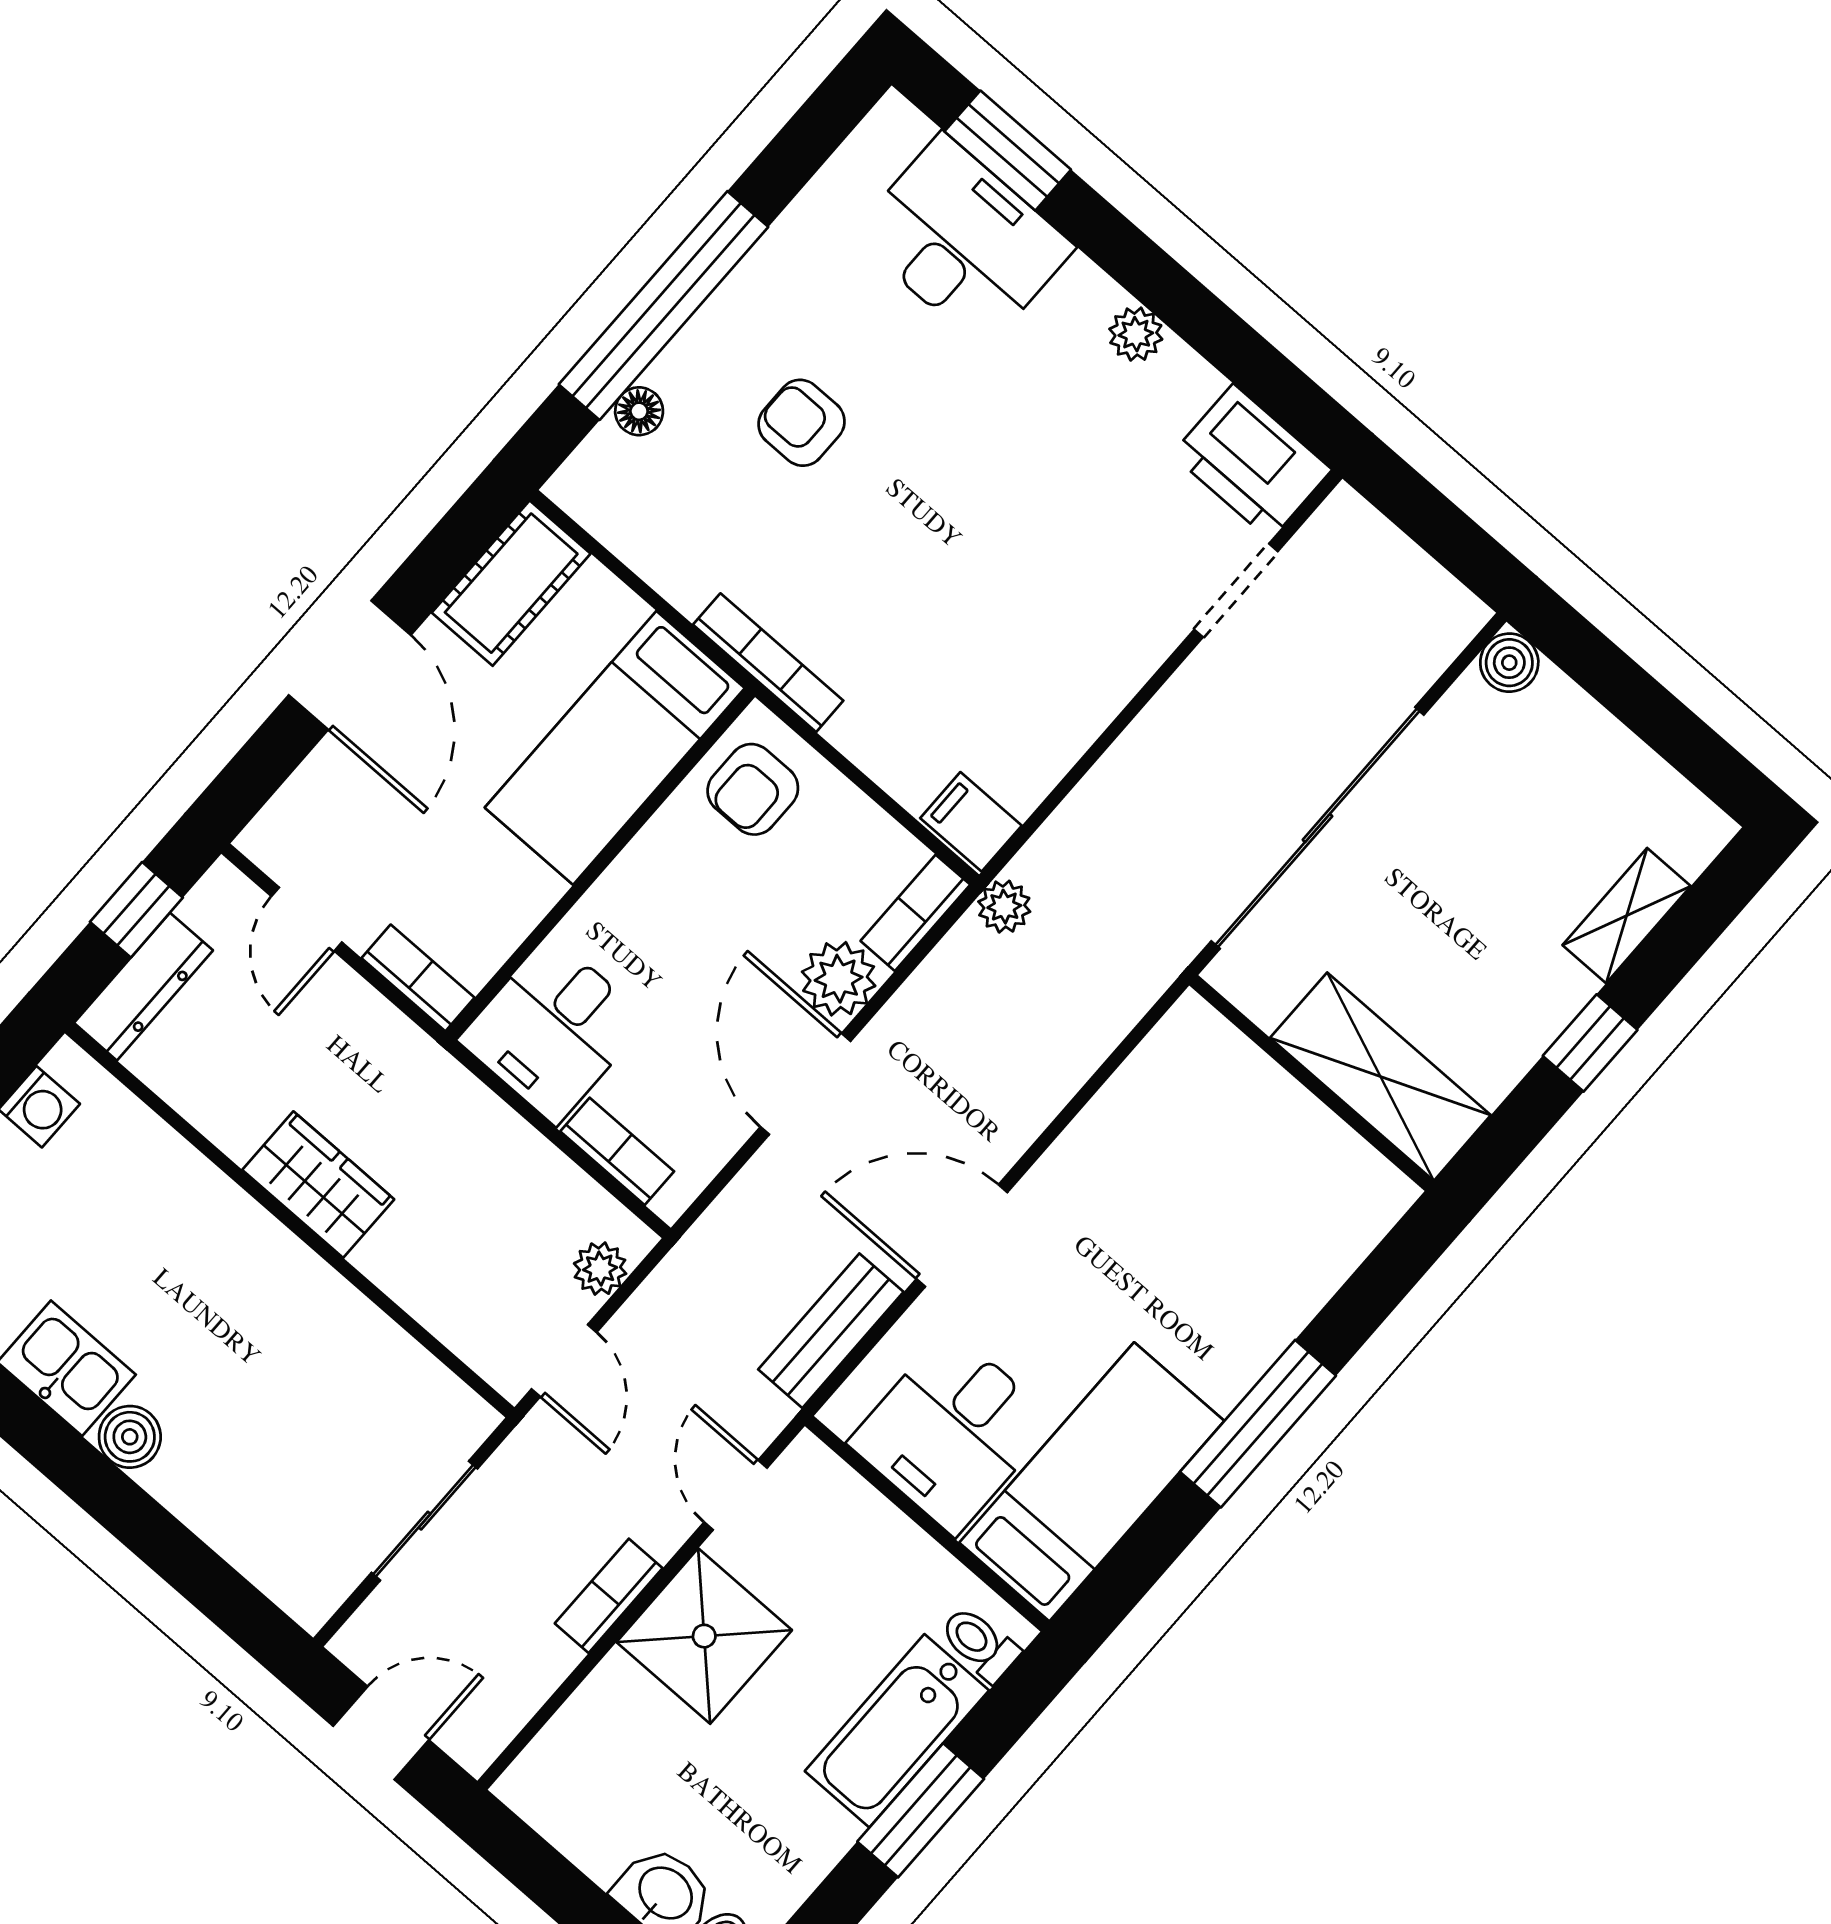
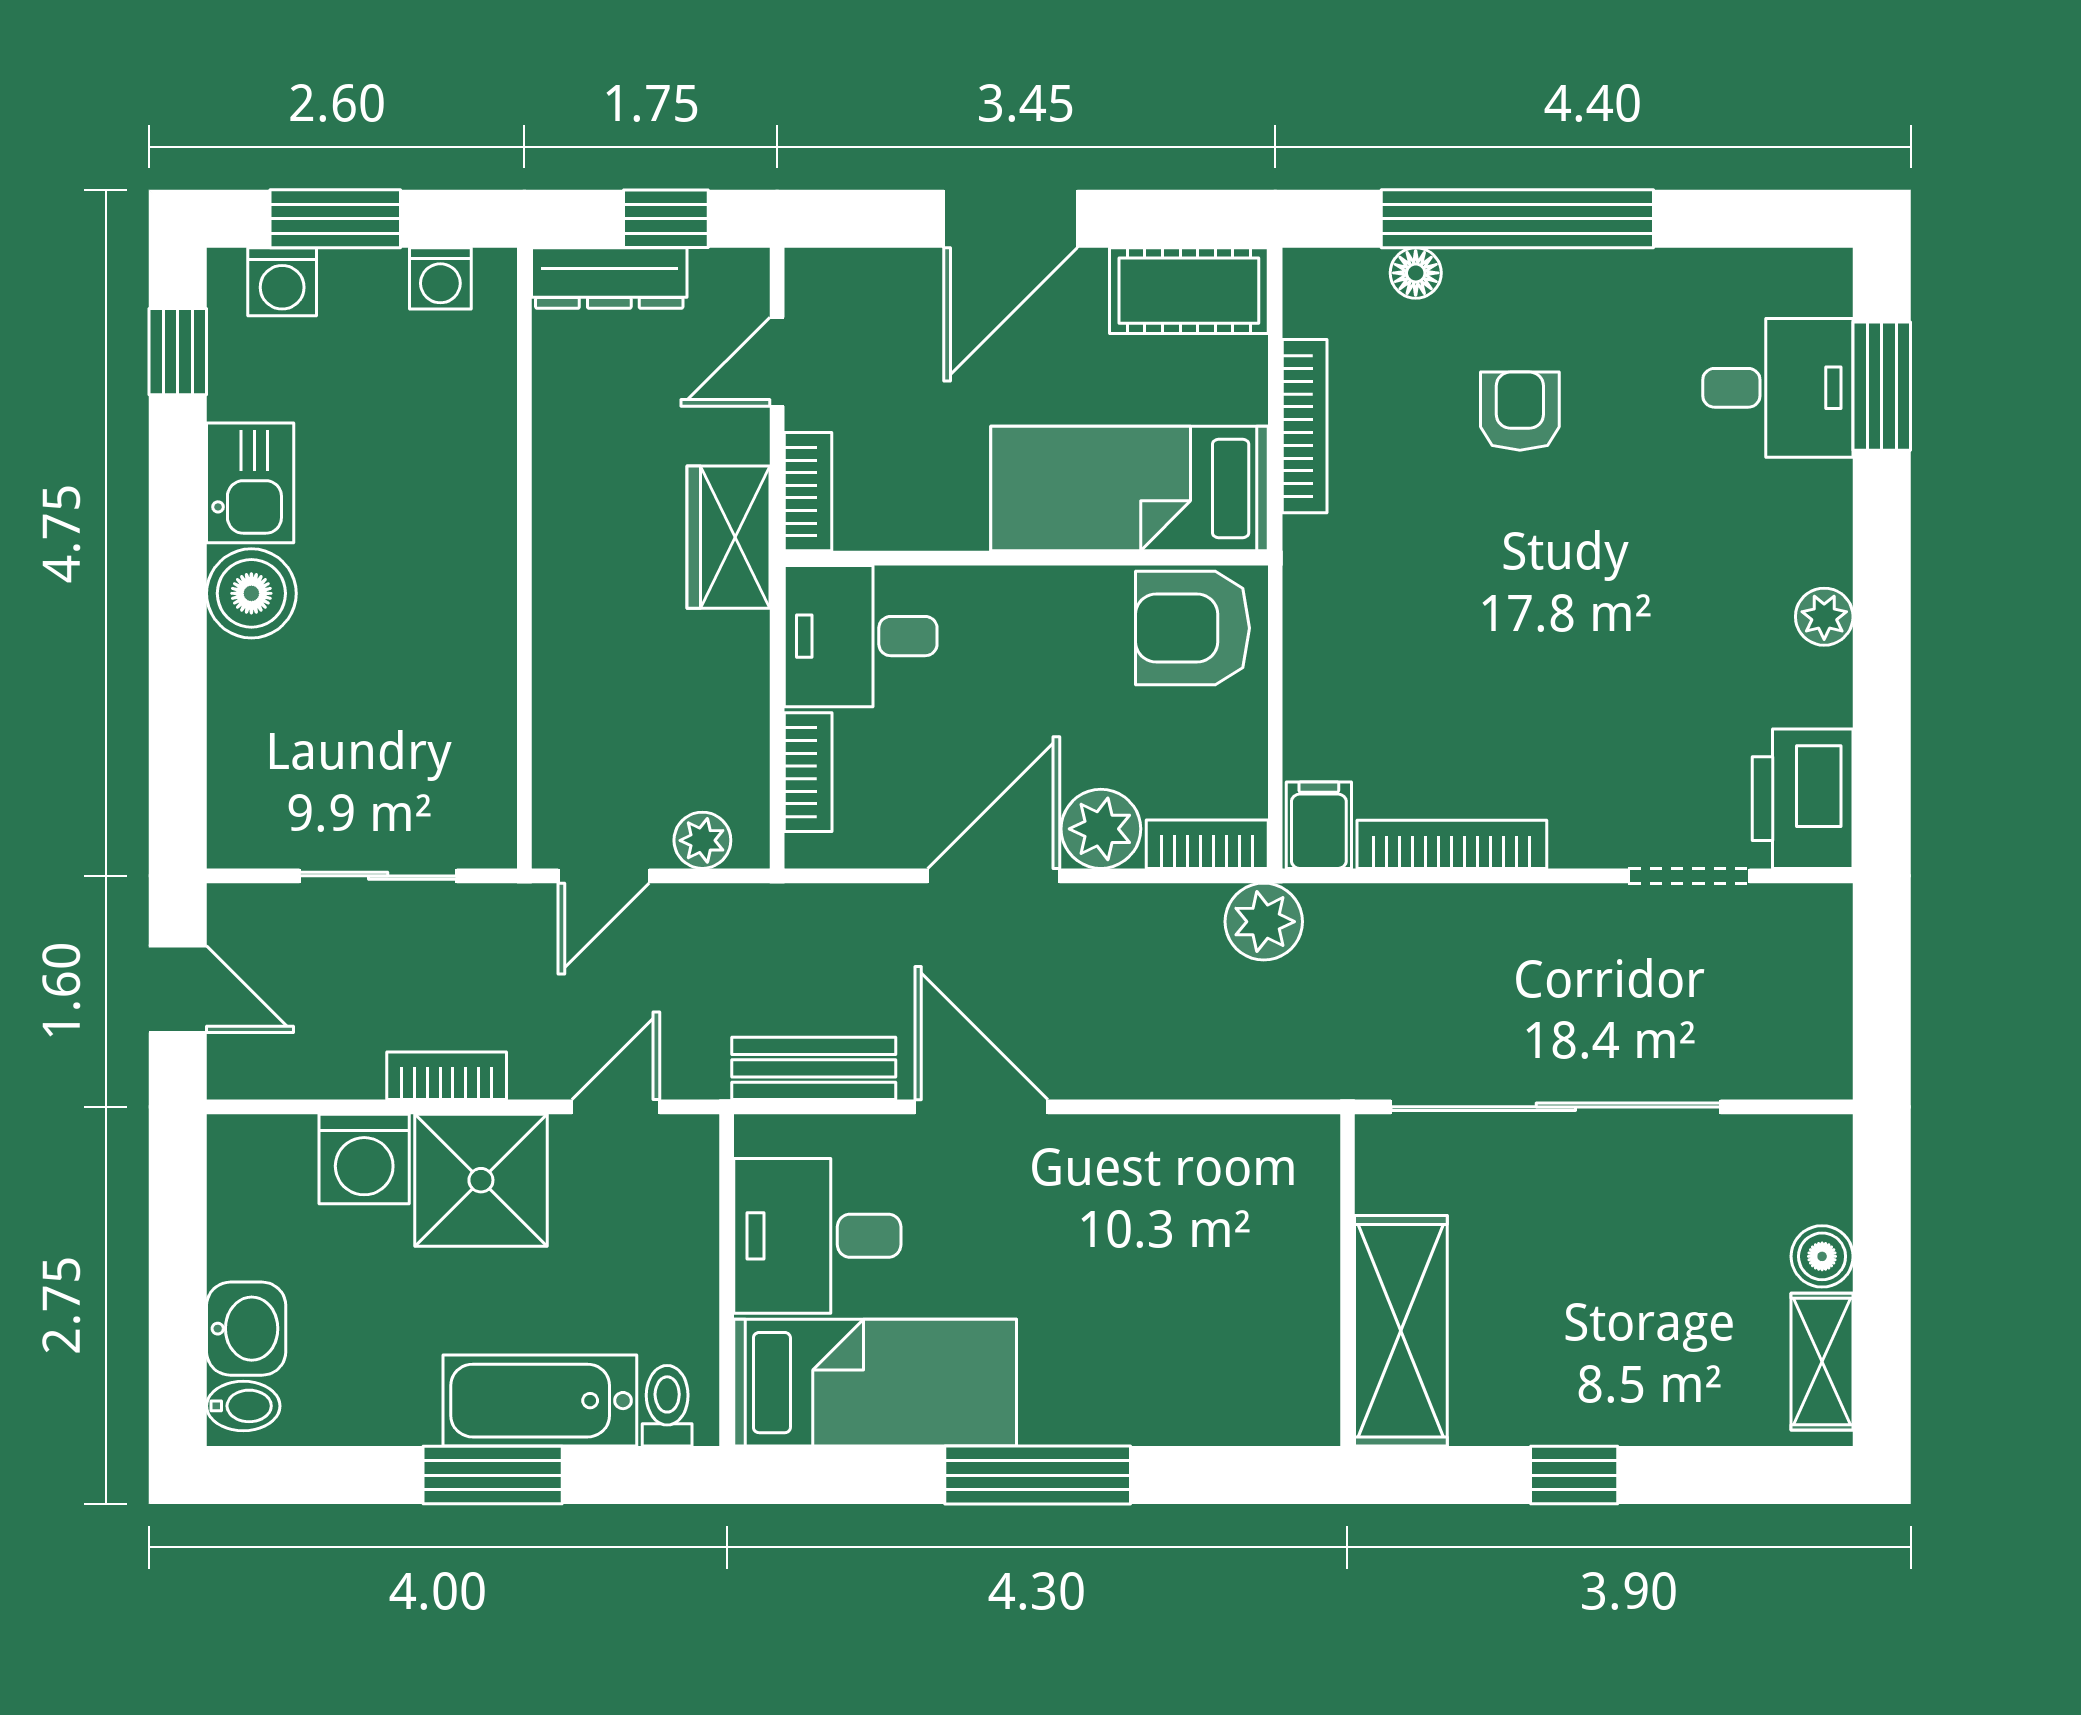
desk: (963, 241) -> (1778, 388), width x0.73
bookcase: (768, 663) -> (1305, 426), moved
boiler: (1509, 663) -> (1822, 1256), moved
bookcase: (1067, 739) -> (1452, 844), added
armchair: (753, 789) -> (1193, 628), width x1.38, depth x1.38
plant: (1004, 907) -> (1264, 922), width x1.38, depth x1.38
shelving: (1627, 916) -> (1822, 1362), moved, turned 90
wardrobe: (318, 1185) -> (729, 537), moved, turned 180
boiler: (130, 1437) -> (251, 593), width x1.36, depth x1.36
washing machine: (617, 1706) -> (364, 1159), added

